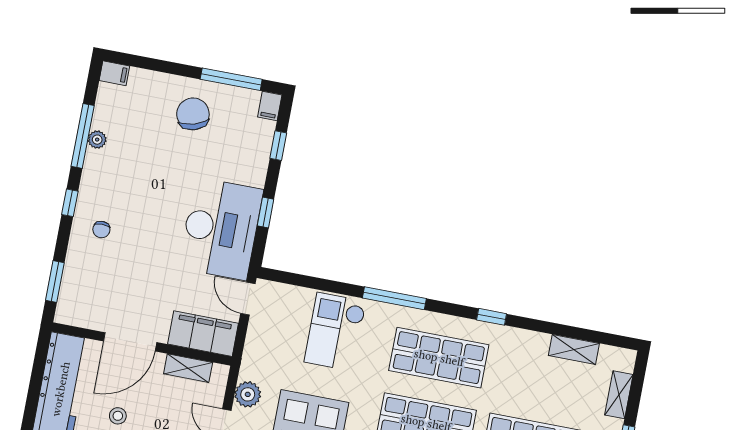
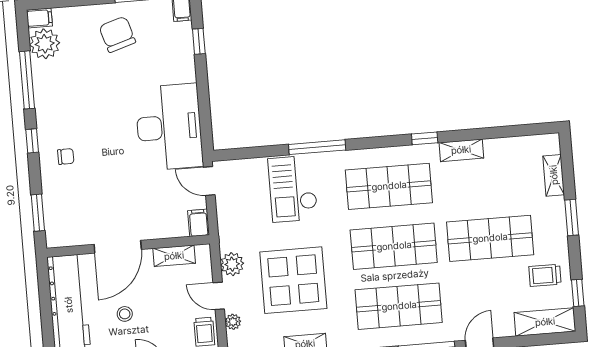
plant: (97, 140) -> (45, 44), moved, width x1.87, depth x1.87
window: (265, 213) -> (204, 102), removed
chair: (101, 230) -> (66, 157), turned -90
window: (394, 298) -> (317, 147), moved
filing cabinet: (203, 334) -> (199, 223), width x0.33, depth x0.86
shelving: (574, 349) -> (461, 150), moved

